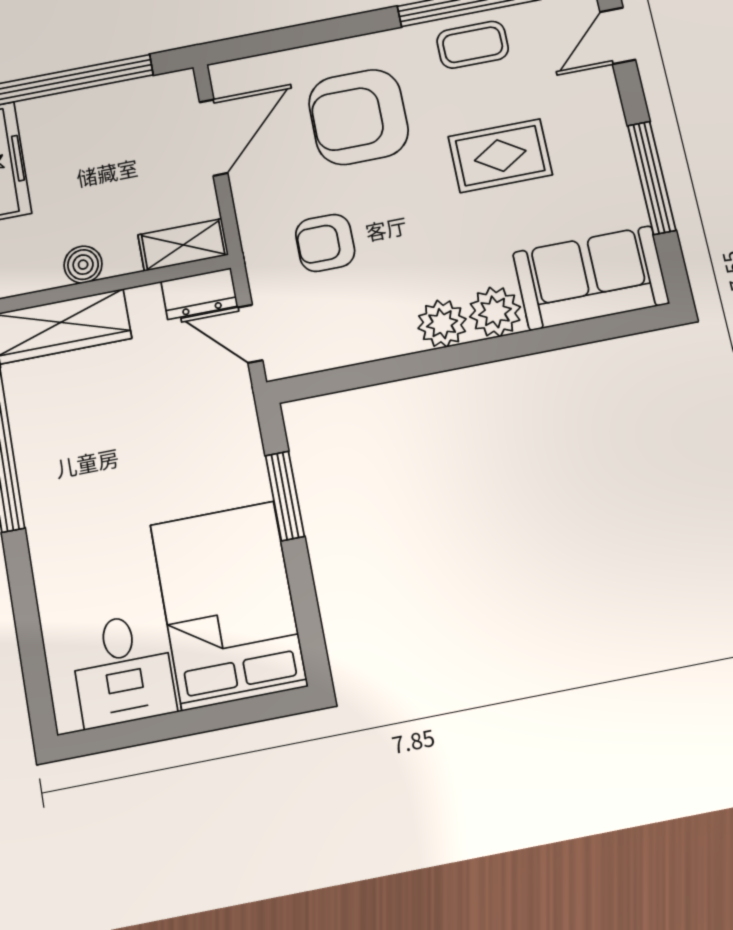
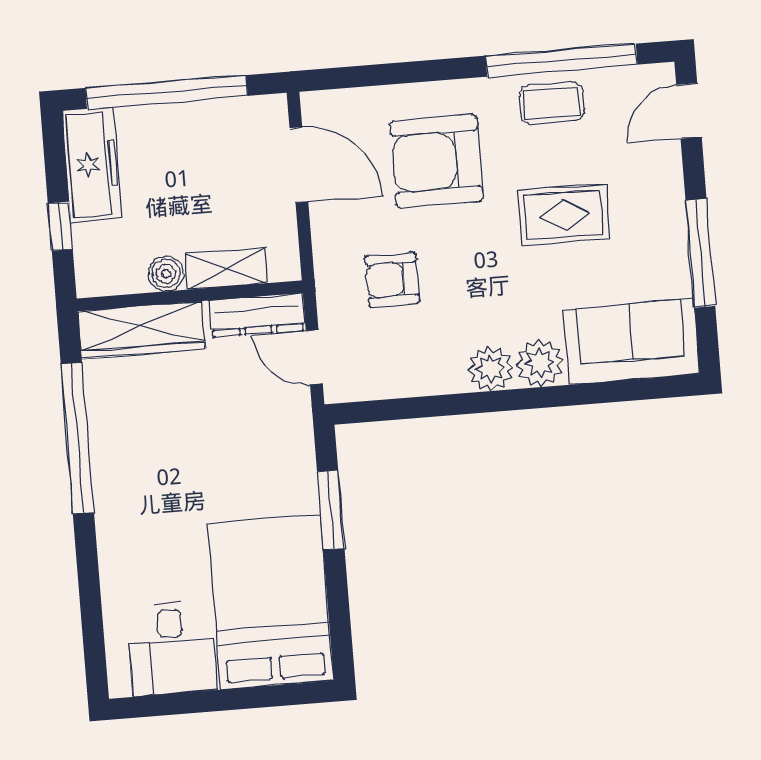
door: (214, 138) -> (299, 165), hinge flipped
shelving: (183, 245) -> (227, 268), moved
dresser: (199, 294) -> (257, 315), width x1.44

